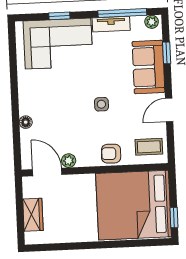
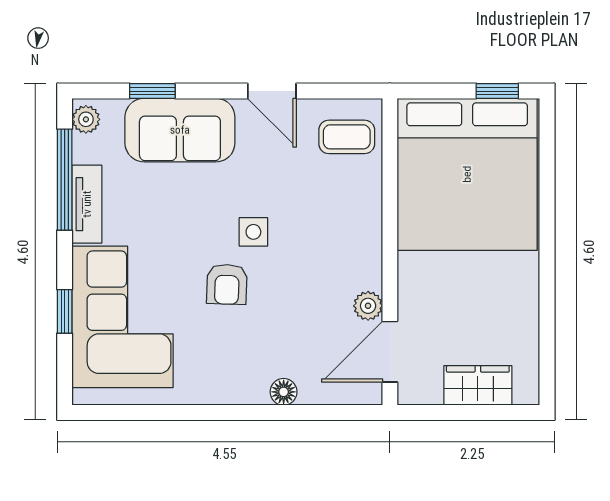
coffee table: (149, 147) -> (347, 137), turned 90
armchair: (111, 154) -> (227, 284), moved

